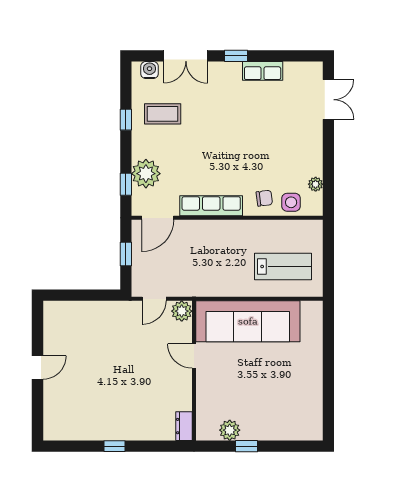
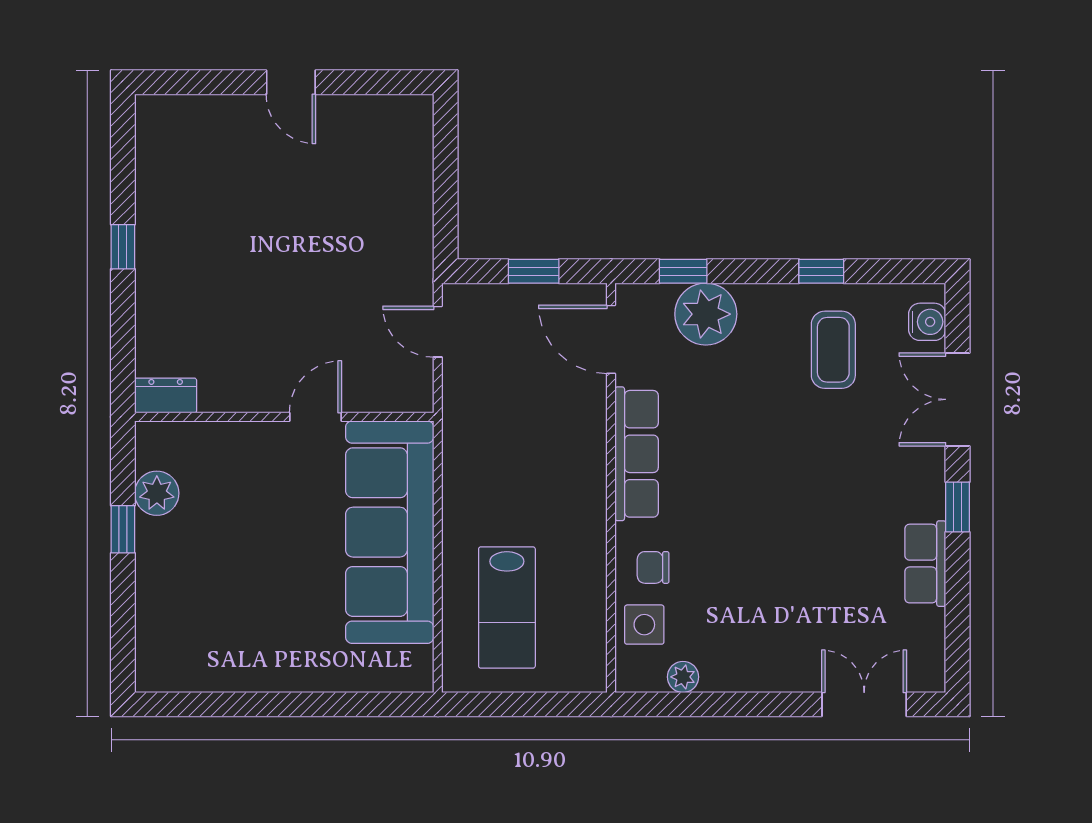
double door: (328, 100) -> (864, 704), swing flipped
chair: (264, 198) -> (653, 567), turned 97
plant: (182, 311) -> (412, 391), removed

